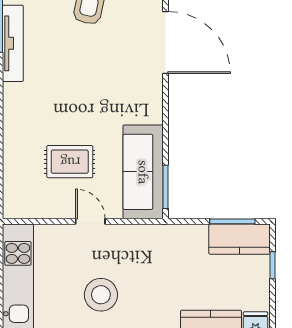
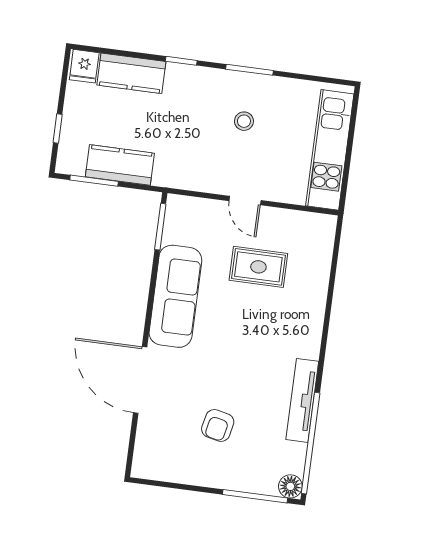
sofa: (143, 172) -> (175, 296), moved
kitchen counter: (240, 239) -> (120, 165), moved
stool: (101, 295) -> (244, 121), width x0.53, depth x0.53

